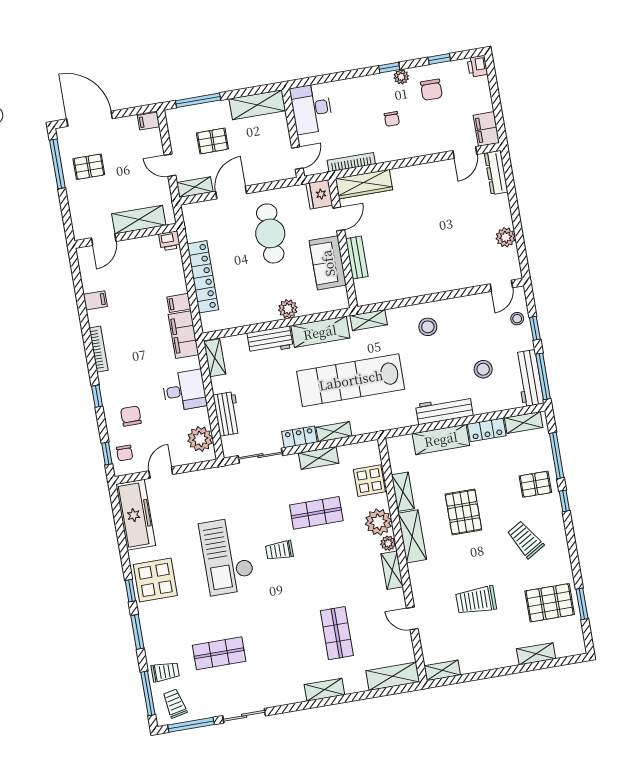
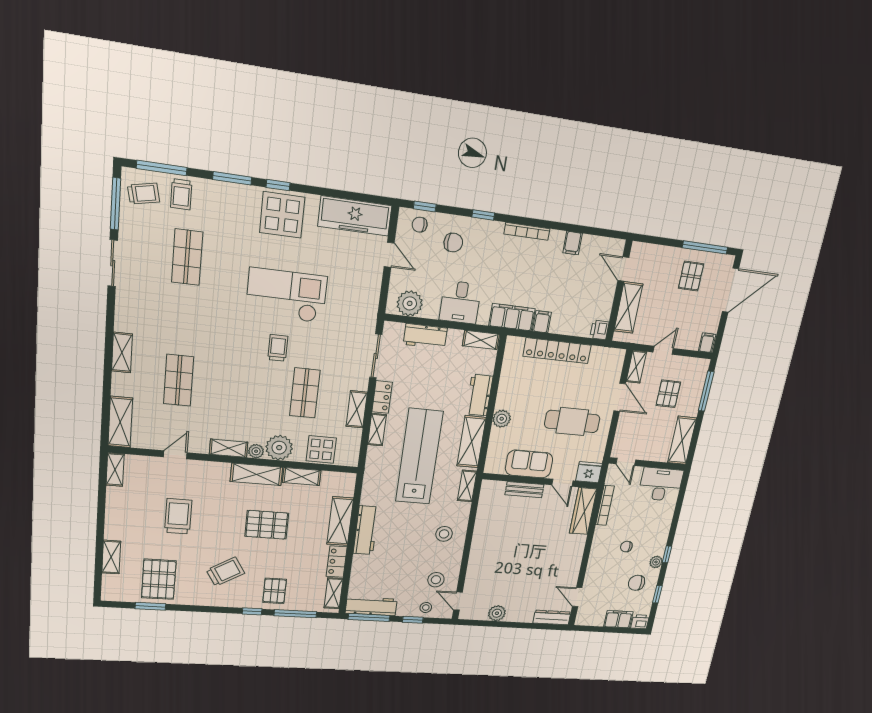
filing cabinet: (486, 129) -> (618, 619), moved
stool: (483, 369) -> (436, 580), moved
shop shelf: (337, 633) -> (179, 380), turned 90

